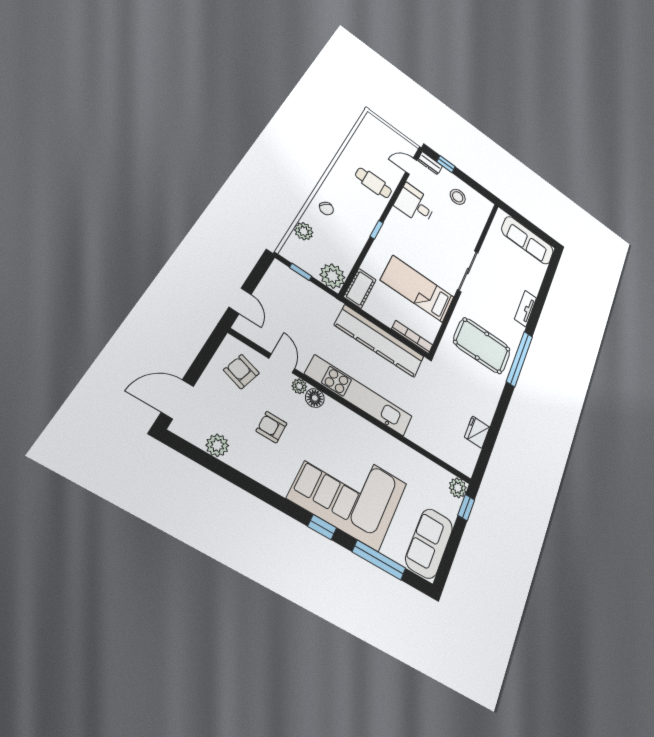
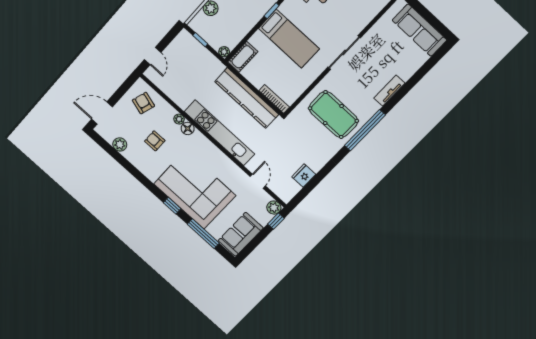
plant: (333, 276) -> (224, 52), width x0.53, depth x0.53
bed: (418, 289) -> (289, 39), moved, turned 180
door: (282, 363) -> (258, 181), moved

